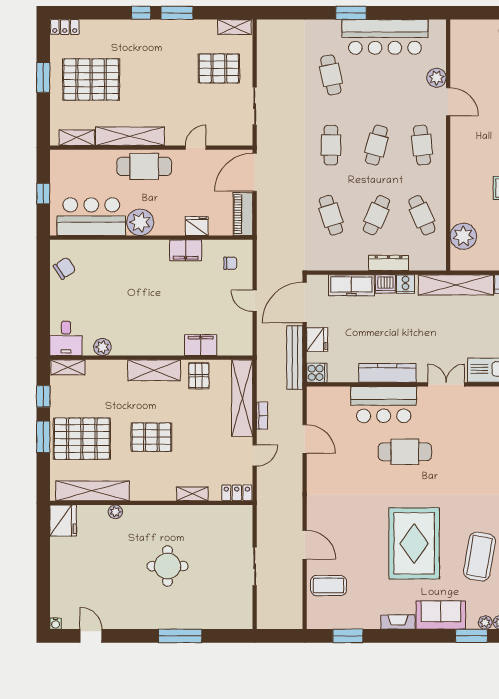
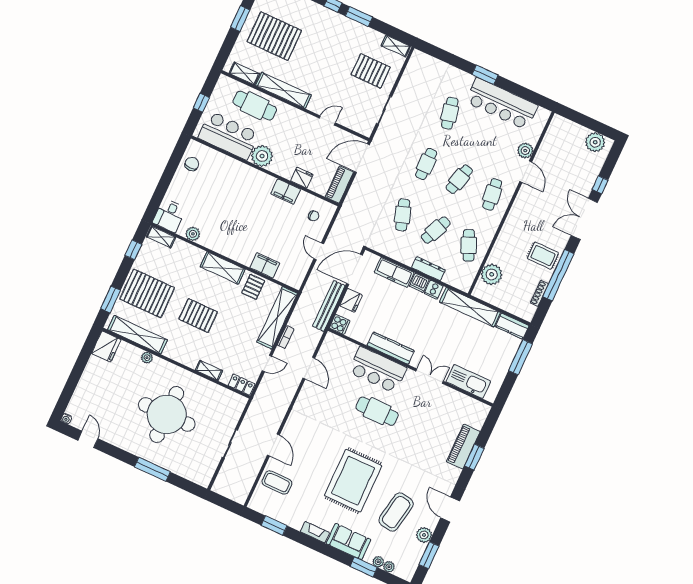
cafe table: (144, 166) -> (255, 106), moved
chair: (65, 268) -> (192, 164), turned -57
window: (43, 437) -> (110, 299), moved
round table: (168, 566) -> (167, 414), width x1.86, depth x1.86

